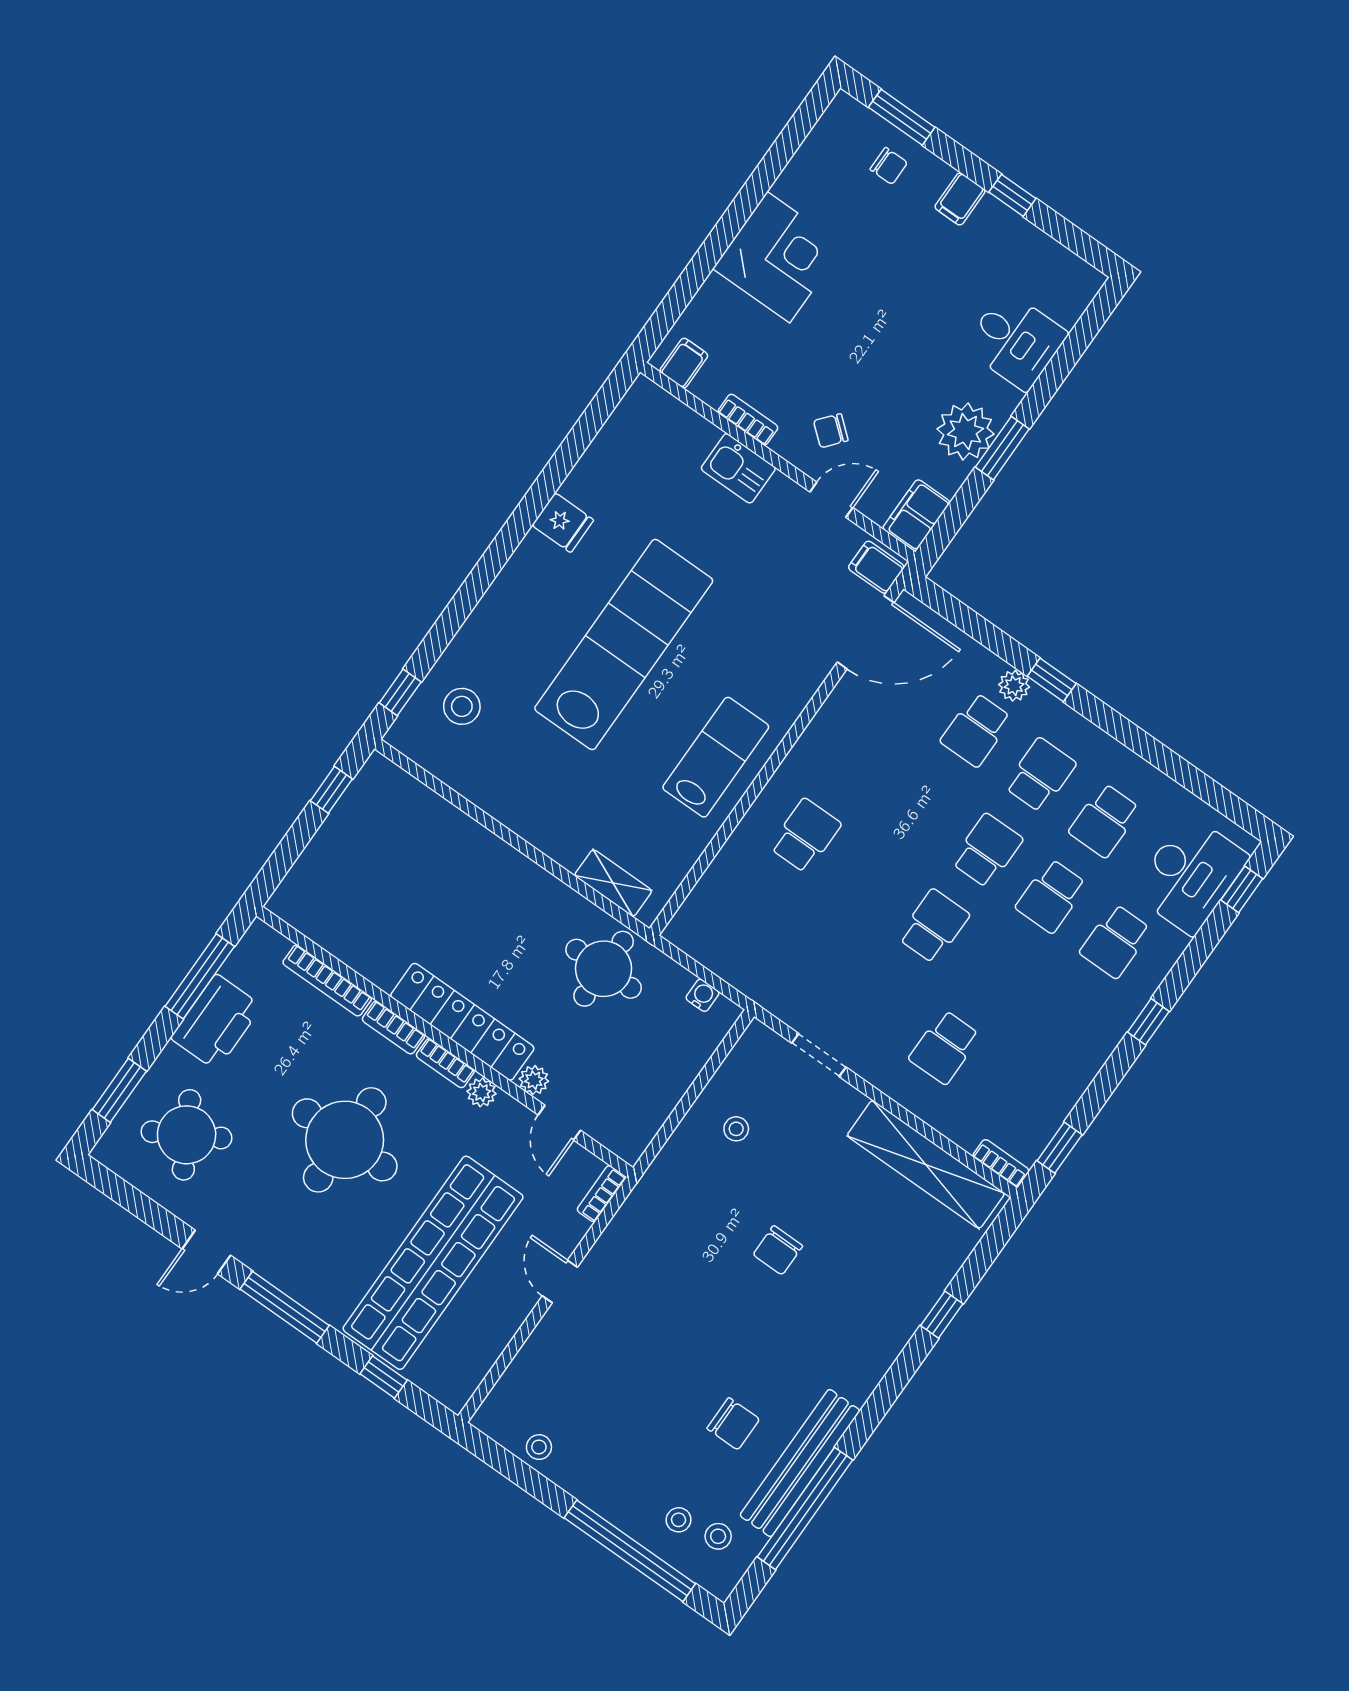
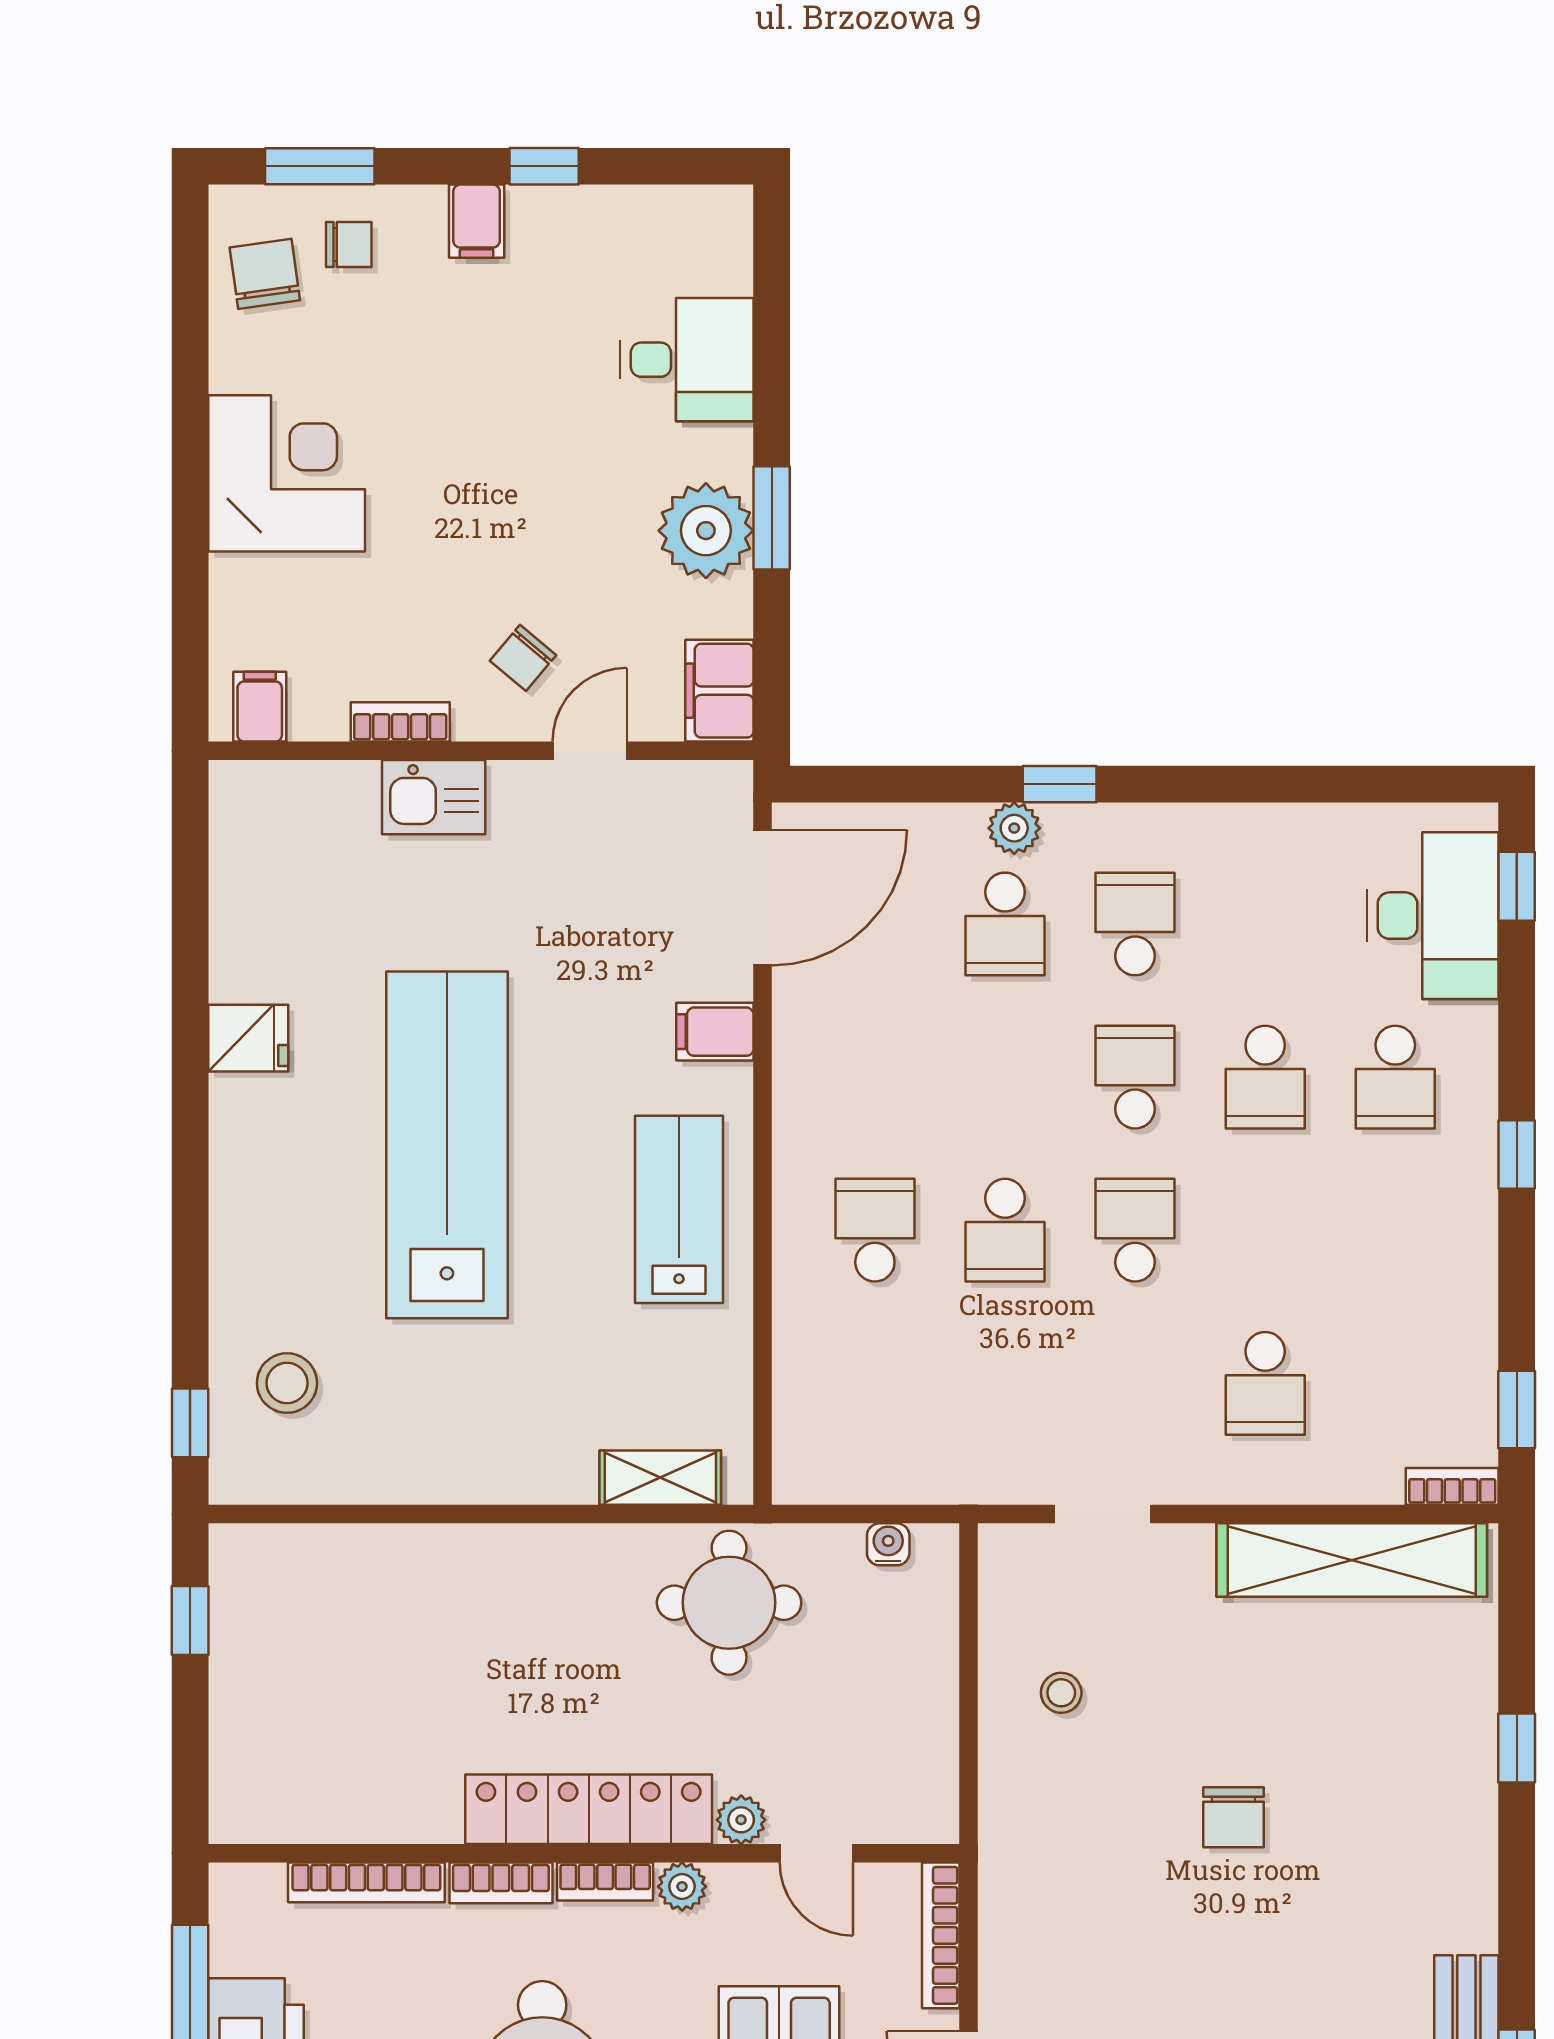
chair: (837, 151) -> (265, 274), added
filing cabinet: (876, 567) -> (715, 1032), moved
school desk: (1104, 820) -> (1005, 1230), moved
bookcase: (601, 1194) -> (941, 1935), width x1.56

